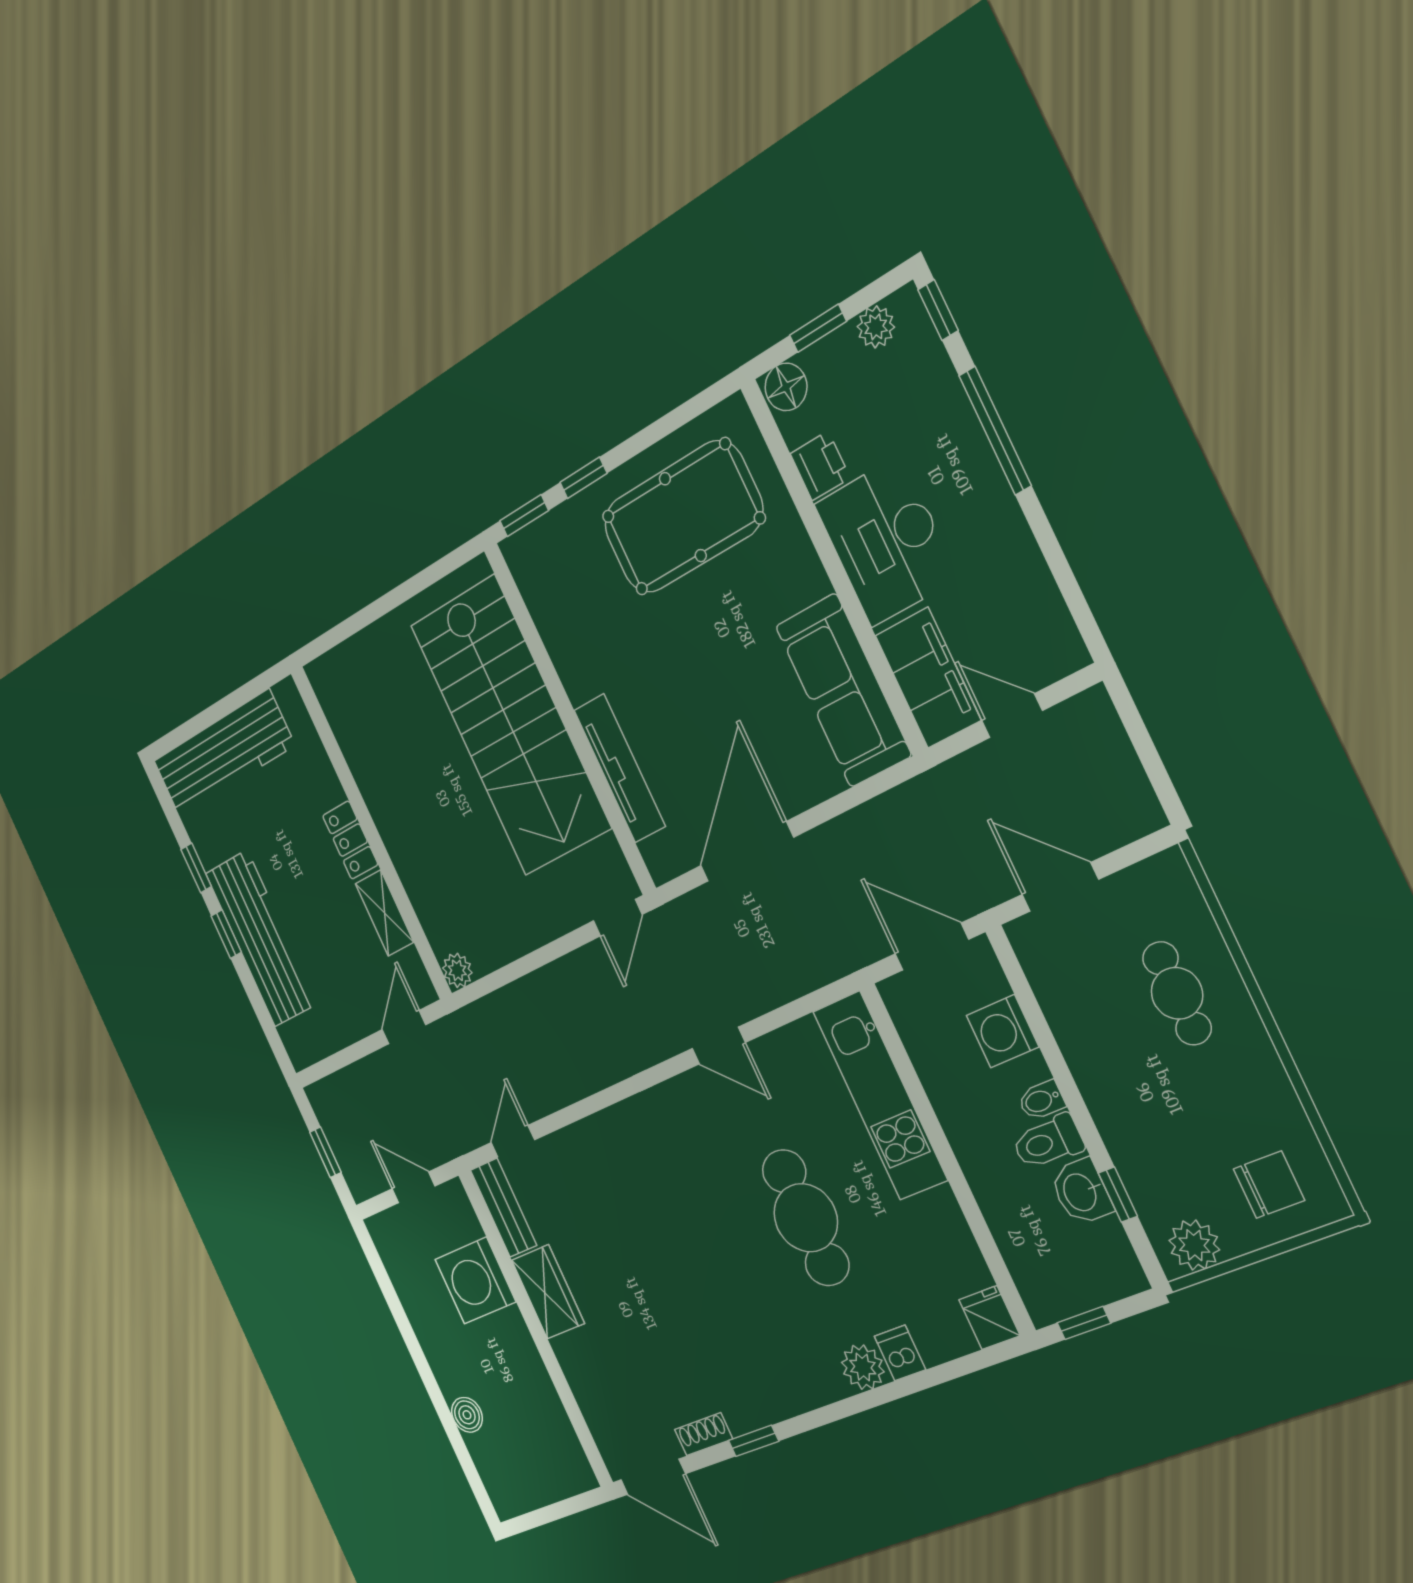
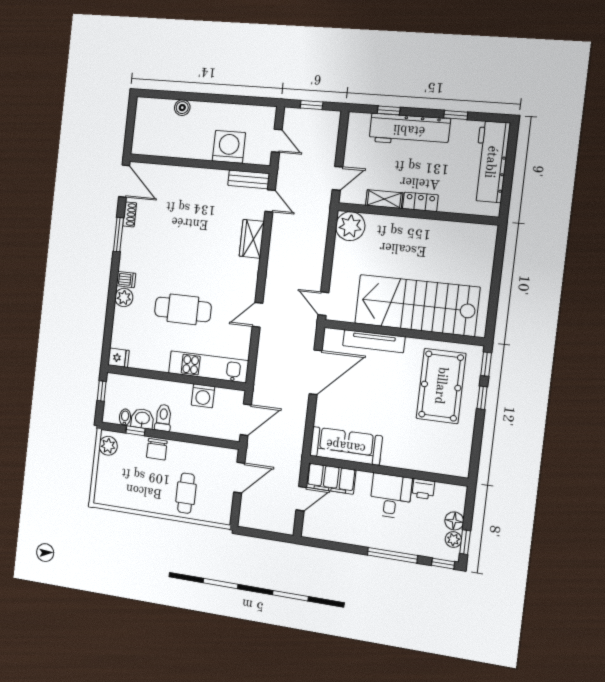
window: (818, 328) -> (465, 542), moved
floor lamp: (786, 387) -> (454, 521), moved
pool table: (683, 517) -> (441, 386), moved
desk: (886, 541) -> (391, 496), width x0.73
door: (747, 851) -> (316, 372), hinge flipped
window: (226, 934) -> (389, 110), moved
plant: (457, 970) -> (350, 226), width x1.88, depth x1.88
cafe table: (1177, 993) -> (186, 493), turned 90
door: (404, 1027) -> (338, 178), hinge flipped
washing machine: (1003, 1031) -> (203, 396), moved, turned 180
bidet: (1041, 1100) -> (125, 417), moved
chair: (1269, 1185) -> (157, 449), moved
door: (414, 1187) -> (277, 141), hinge flipped
wardrobe: (548, 1292) -> (252, 239), moved, turned 90
dishwasher: (900, 1353) -> (126, 280), moved
window: (754, 1441) -> (118, 235), width x1.50
door: (653, 1477) -> (124, 181), swing flipped

